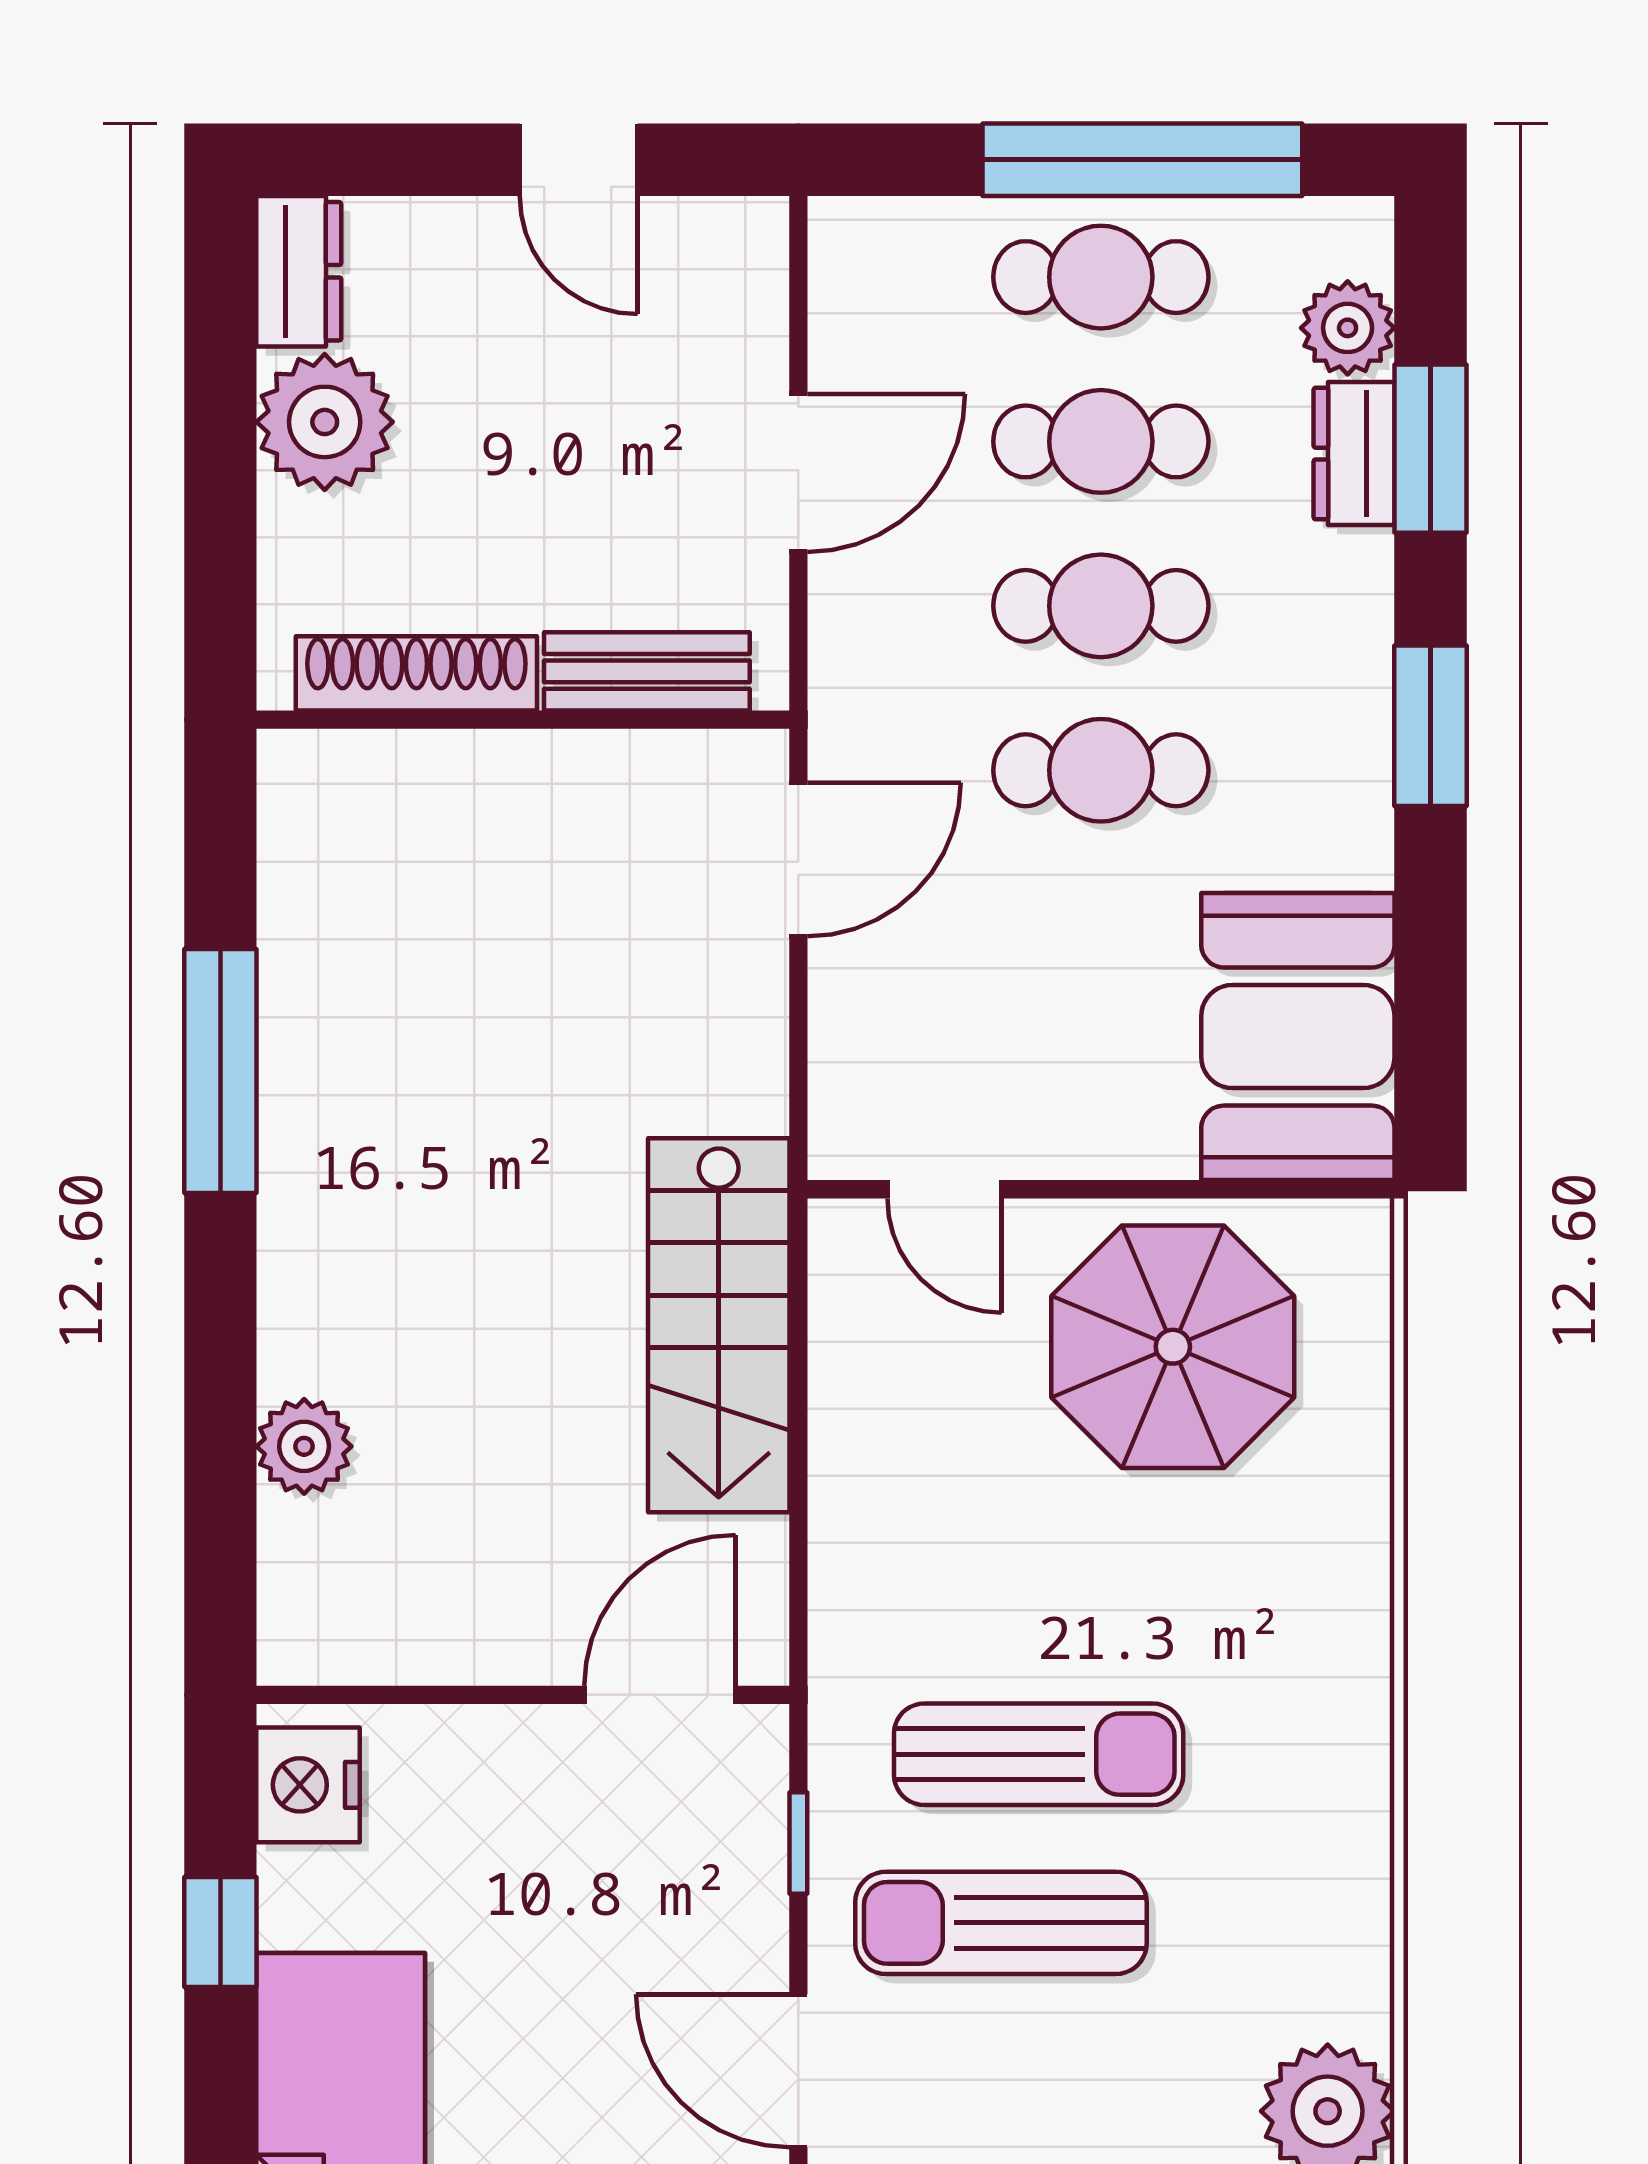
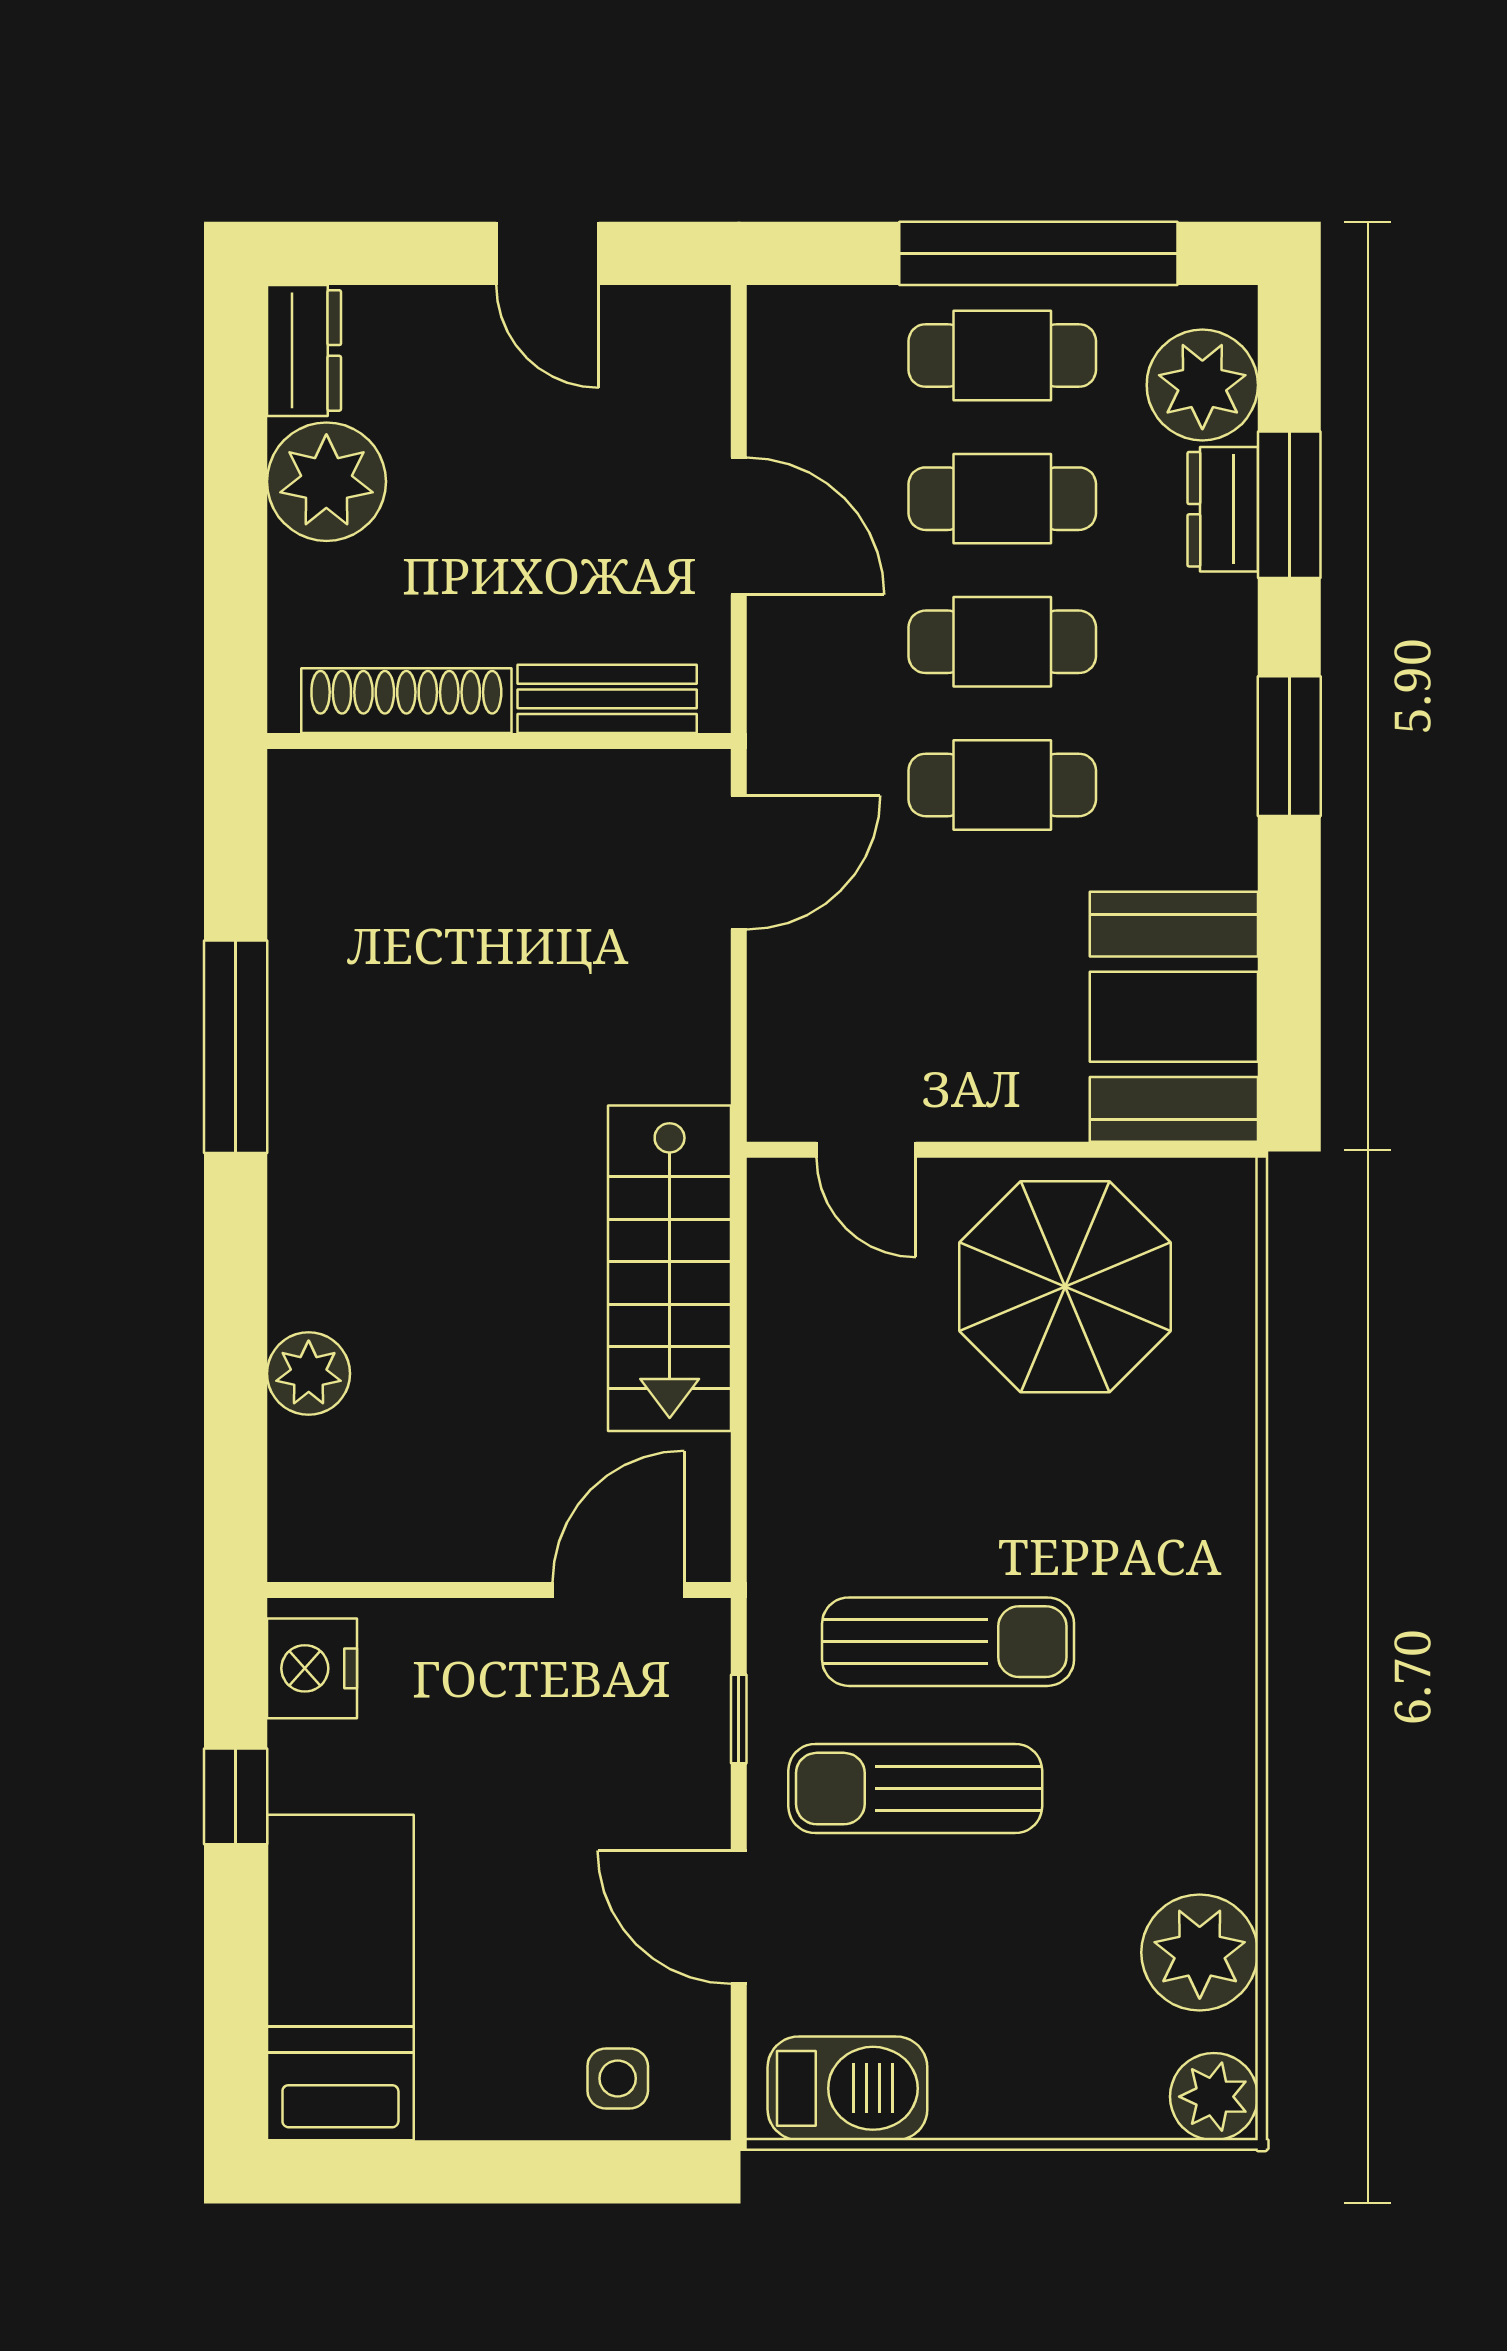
plant: (1348, 328) -> (1202, 385), width x1.36, depth x1.36
door: (798, 473) -> (739, 526), hinge flipped

